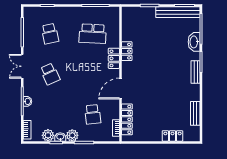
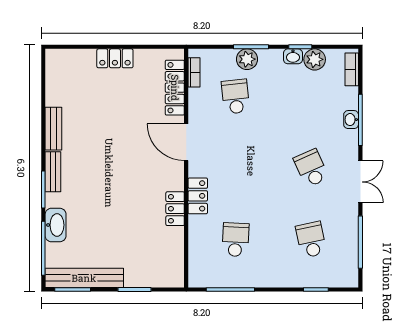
school desk: (93, 34) -> (235, 240), width x0.54
door: (120, 89) -> (186, 142), swing flipped
bench: (195, 113) -> (53, 129), moved
plant: (72, 135) -> (247, 59), moved
locker: (172, 136) -> (115, 58), moved

